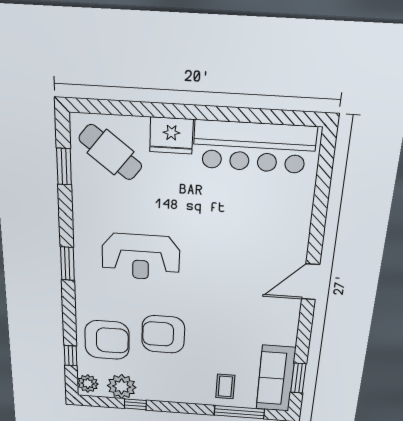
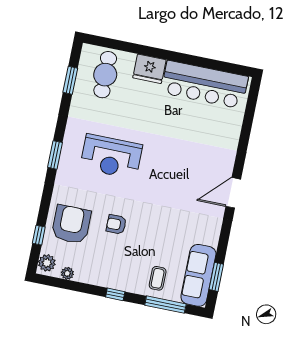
cafe table: (110, 152) -> (105, 75), turned 52
armchair: (163, 334) -> (116, 224), width x0.53, depth x0.53
armchair: (107, 340) -> (71, 224), turned -90
plant: (122, 387) -> (67, 273), width x0.53, depth x0.53
window: (135, 404) -> (115, 294), moved

